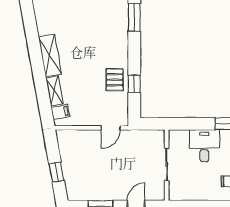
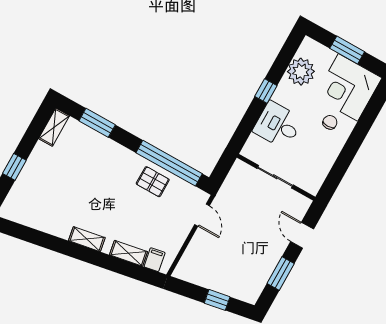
shelving: (50, 56) -> (87, 239), width x0.67, depth x0.75
window: (134, 84) -> (169, 163), width x3.17

